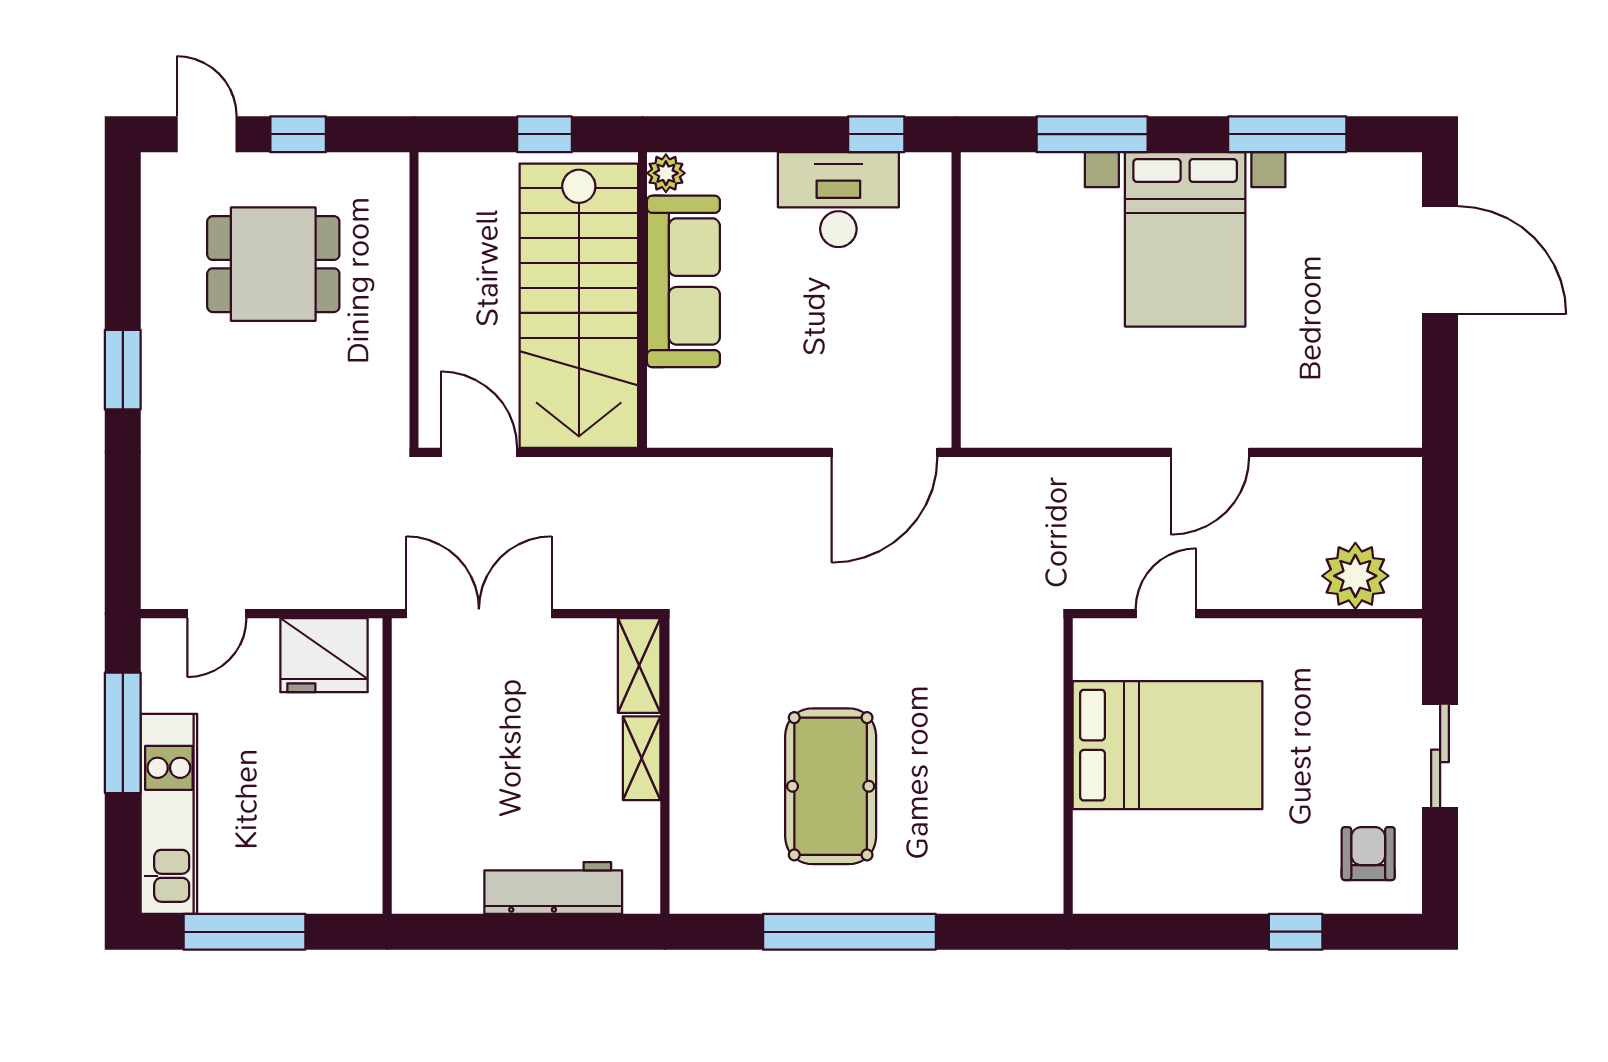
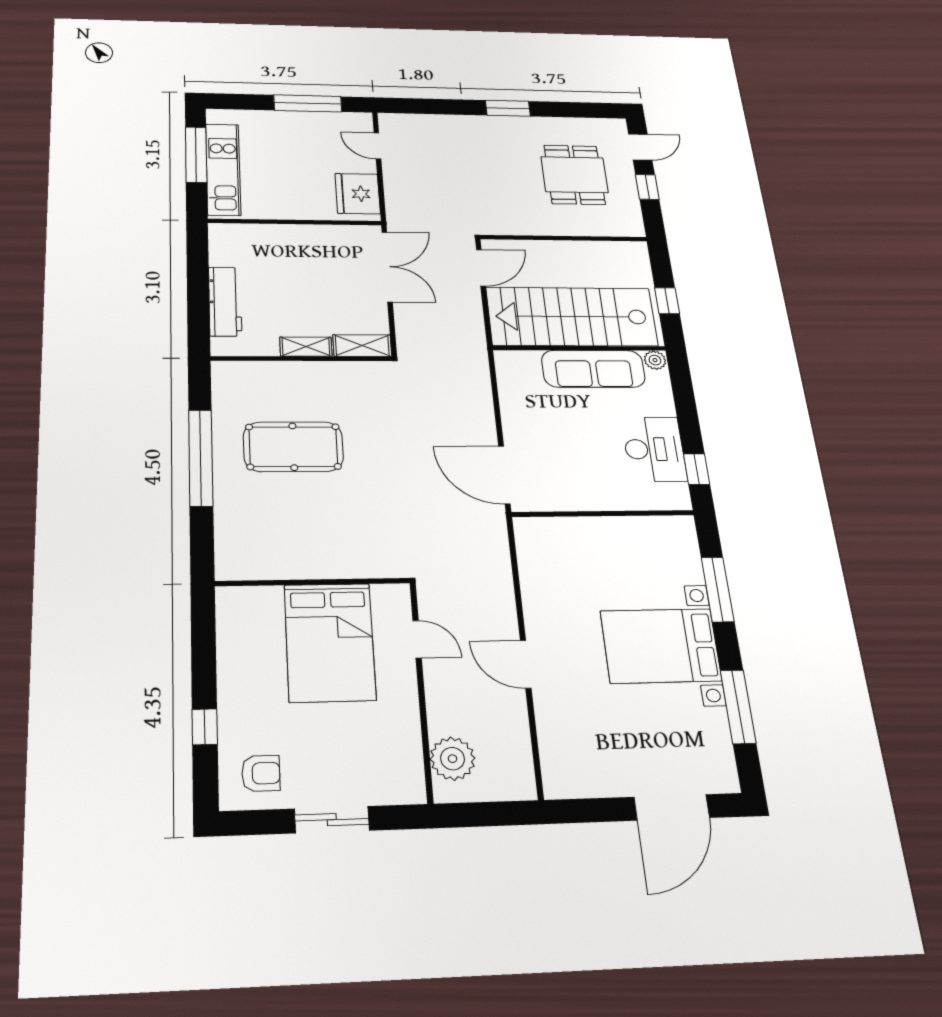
kitchen unit: (169, 814) -> (223, 169), moved, turned -90

